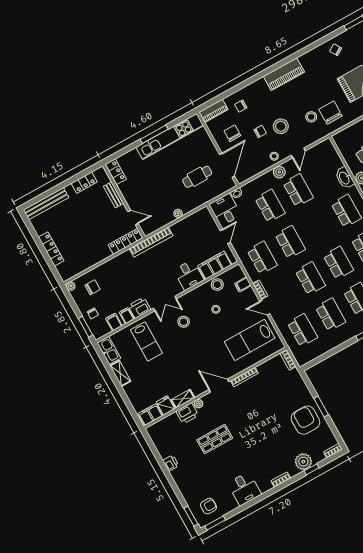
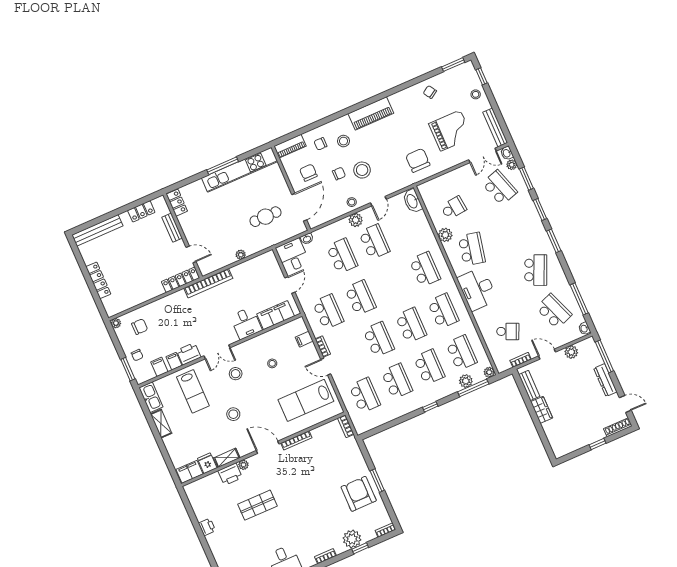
stool: (311, 117) -> (343, 141), moved
washbasin: (345, 178) -> (412, 201), moved
stool: (217, 285) -> (233, 414), moved

